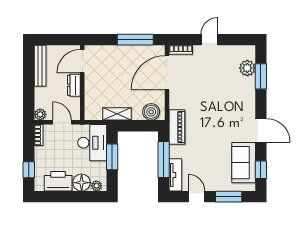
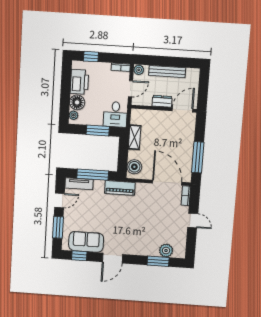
door: (82, 61) -> (183, 110), hinge flipped
bench: (40, 66) -> (167, 72), moved
desk: (92, 143) -> (115, 114), width x0.73

